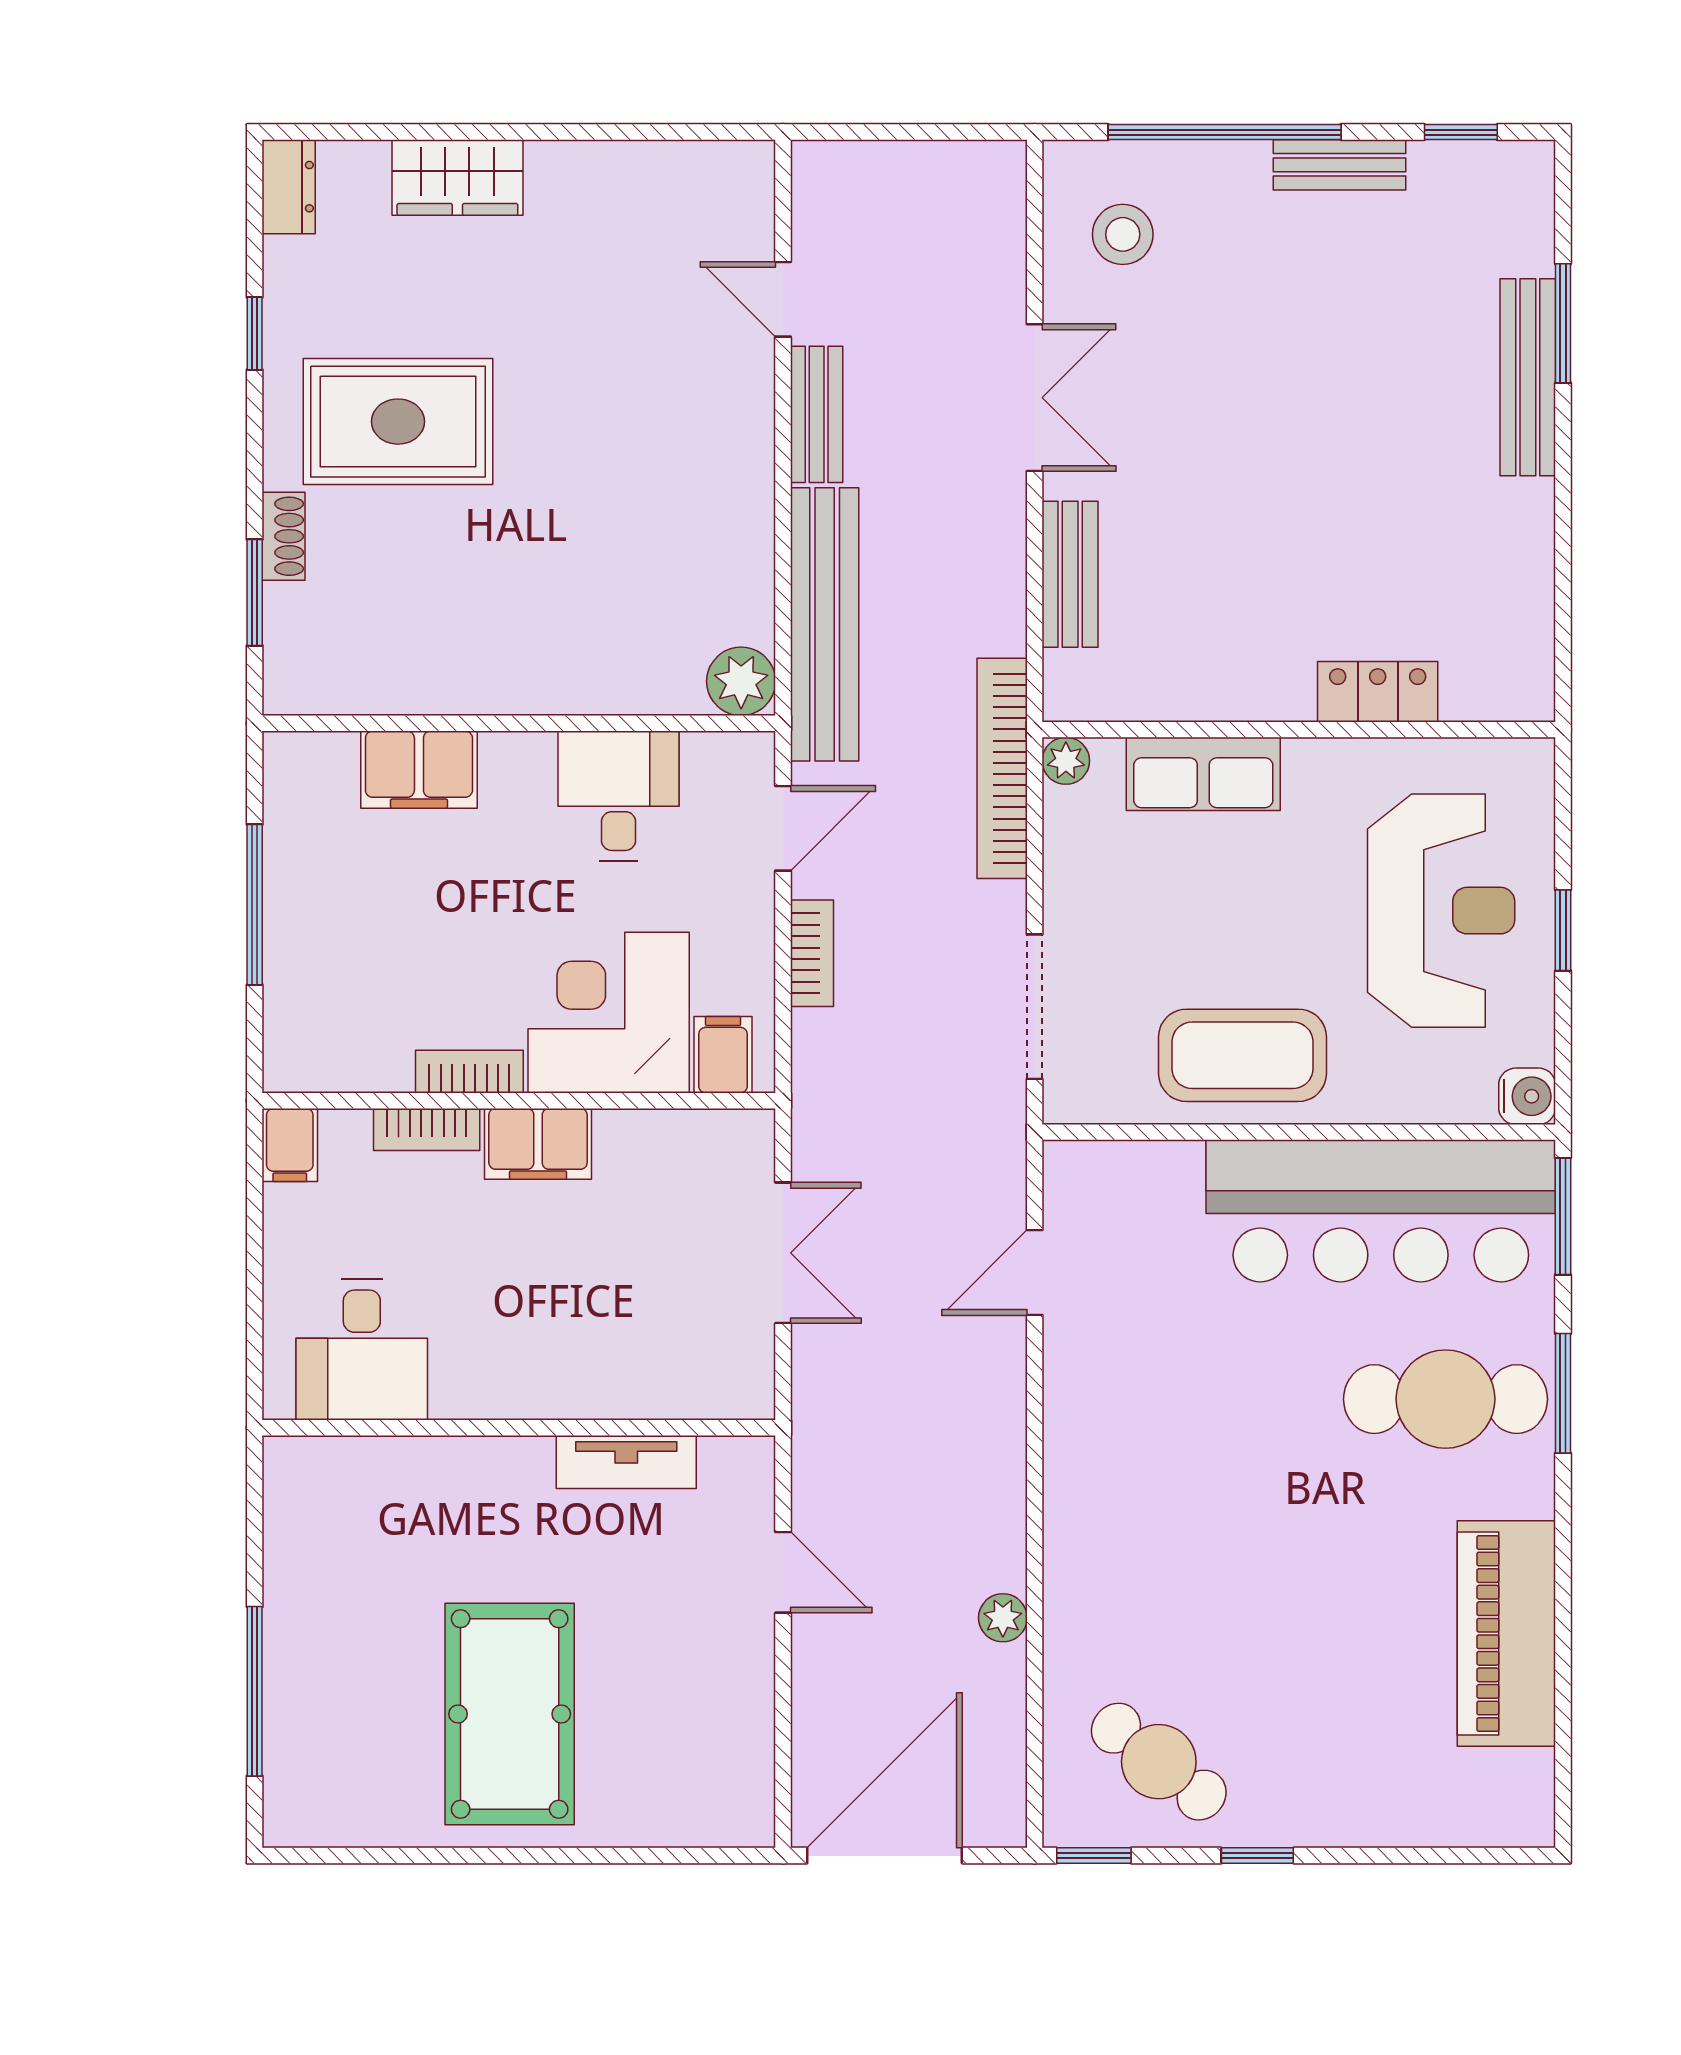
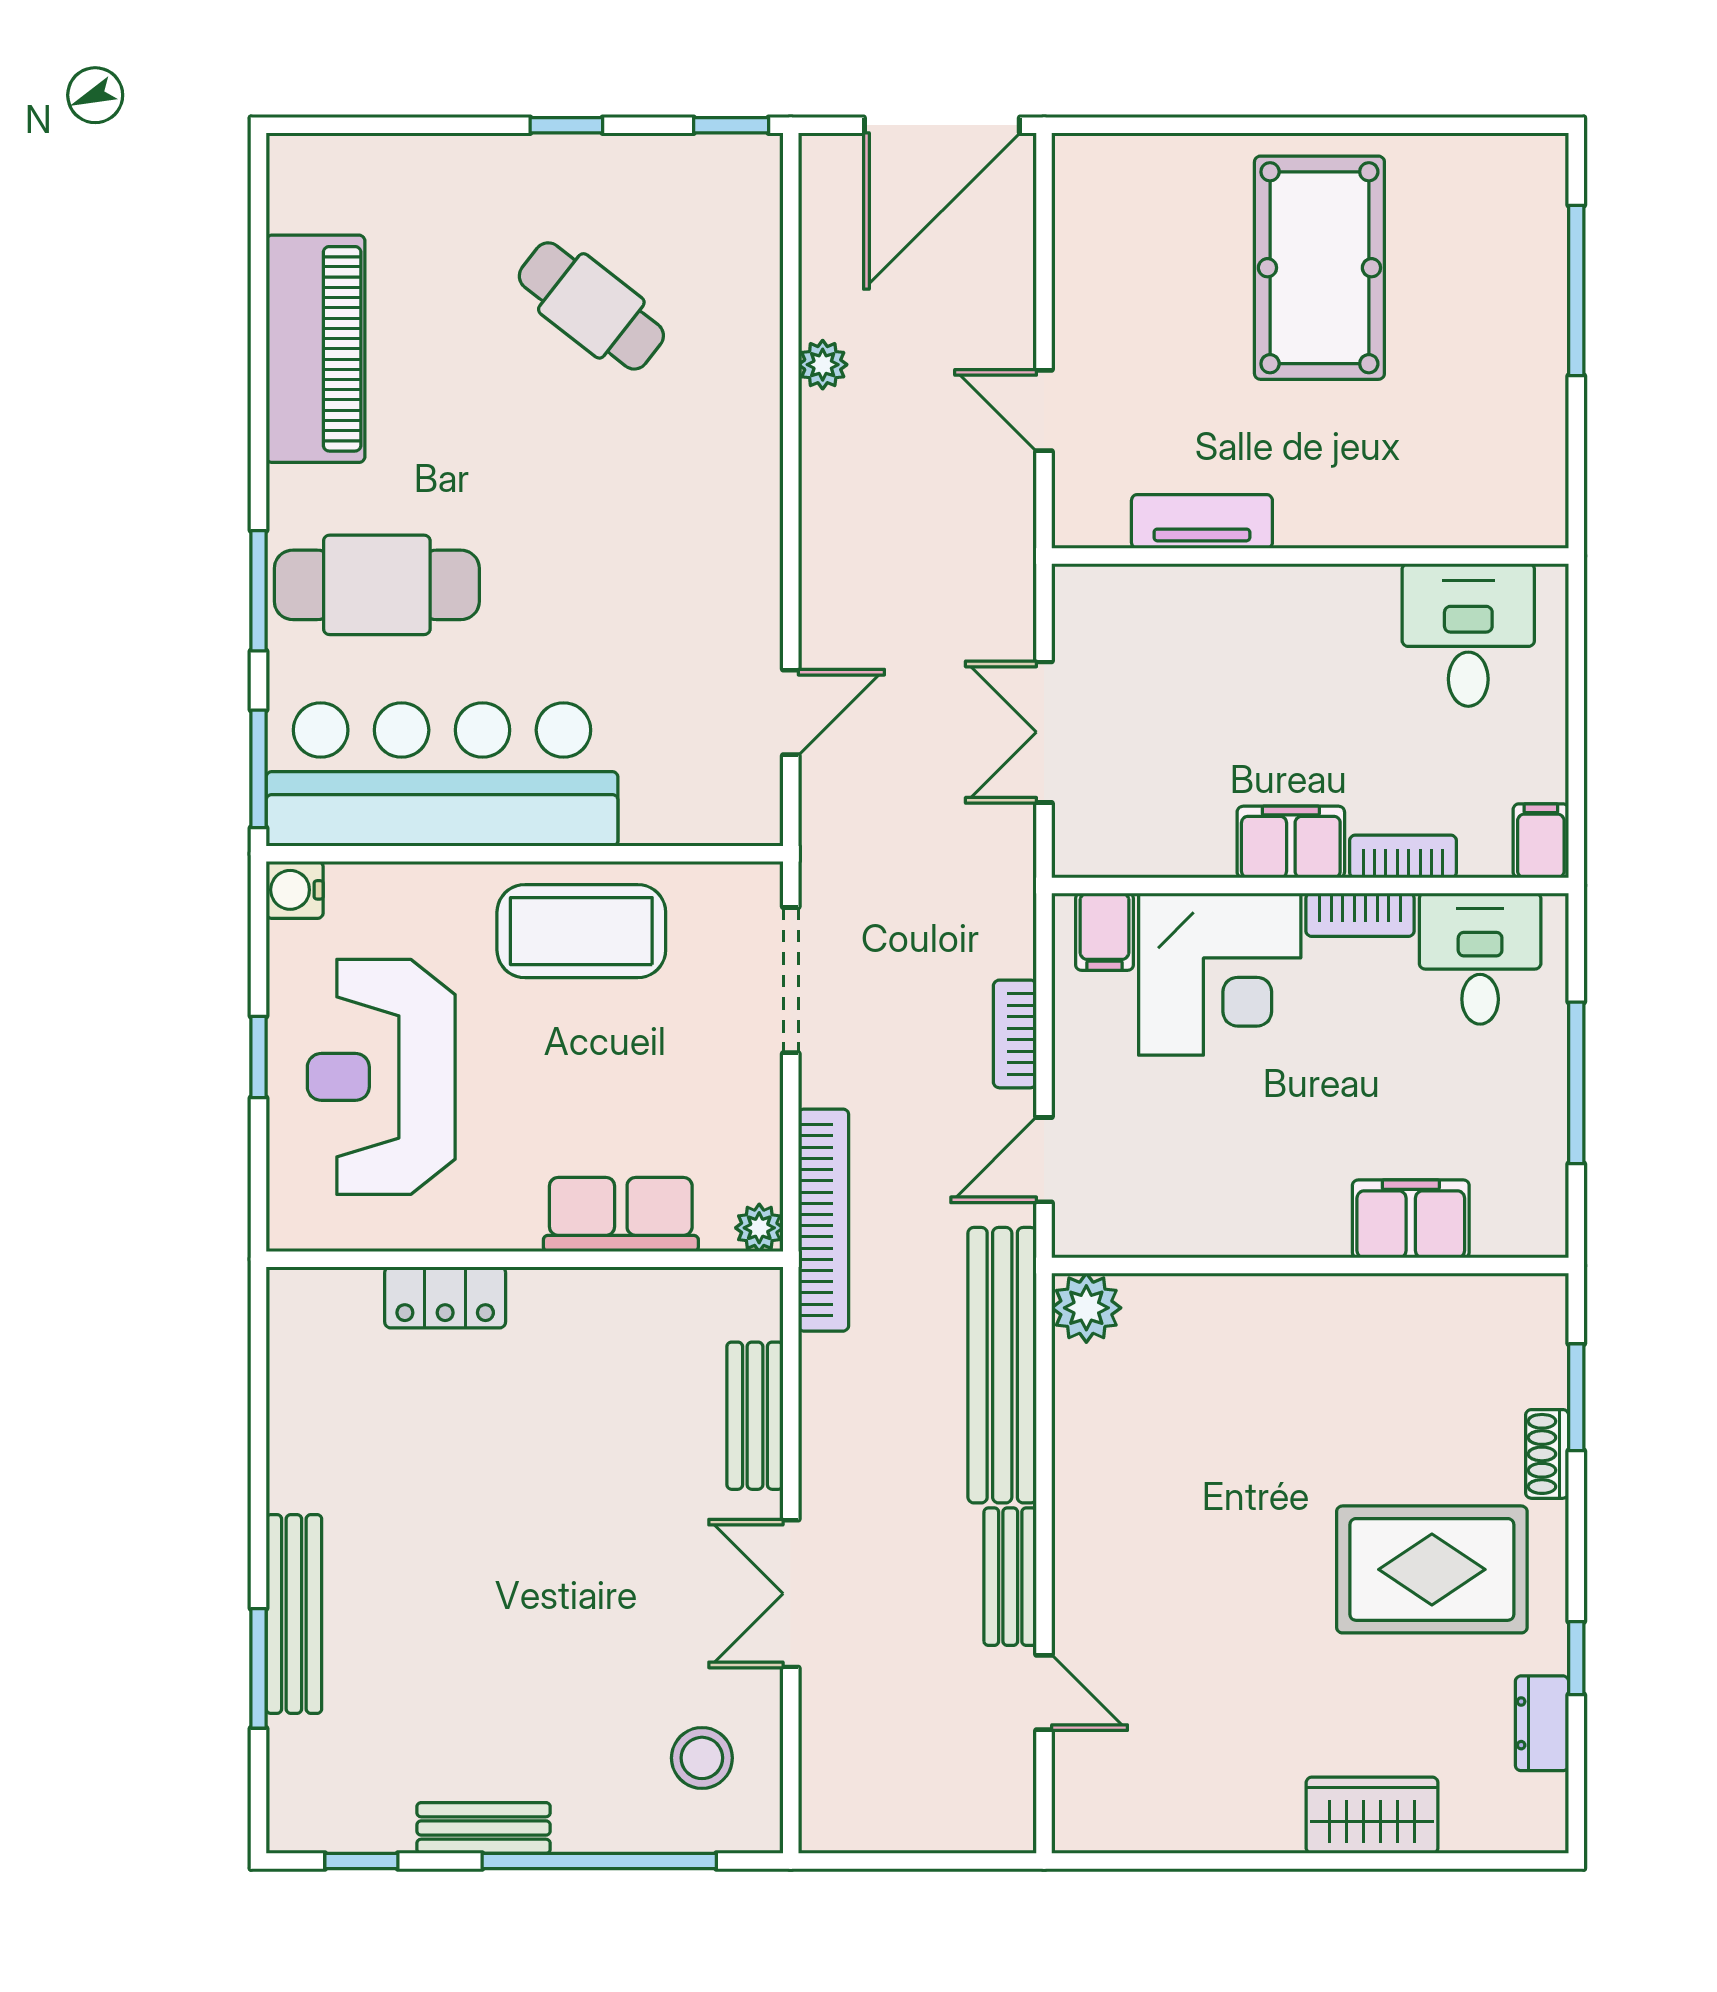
dresser: (289, 187) -> (1542, 1723), moved
desk: (619, 796) -> (1480, 959), moved, turned 180
cafe table: (1159, 1762) -> (591, 306), moved

